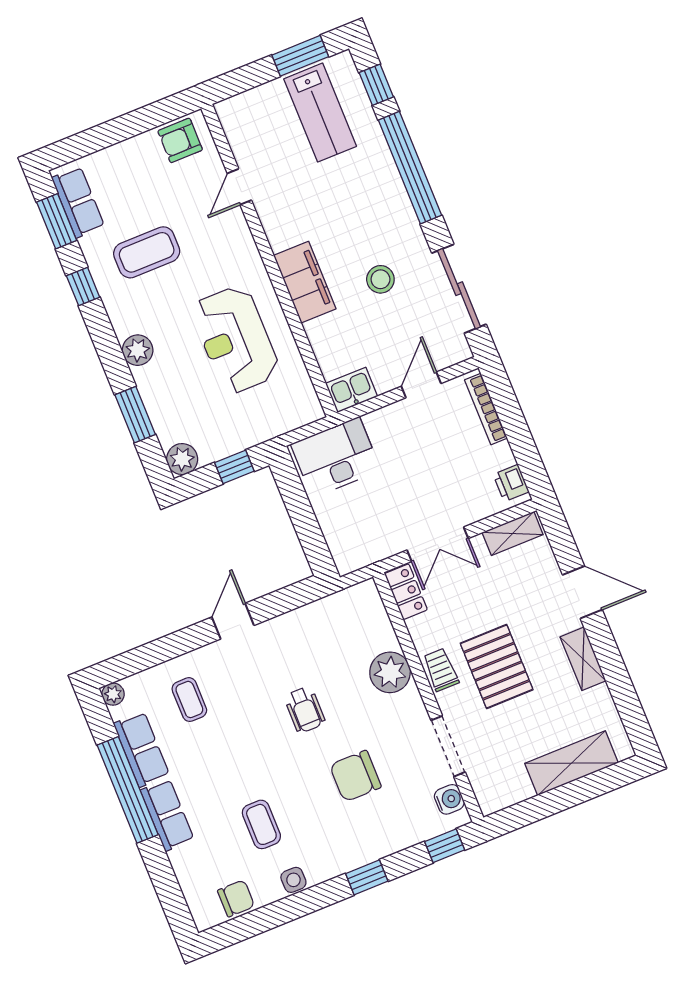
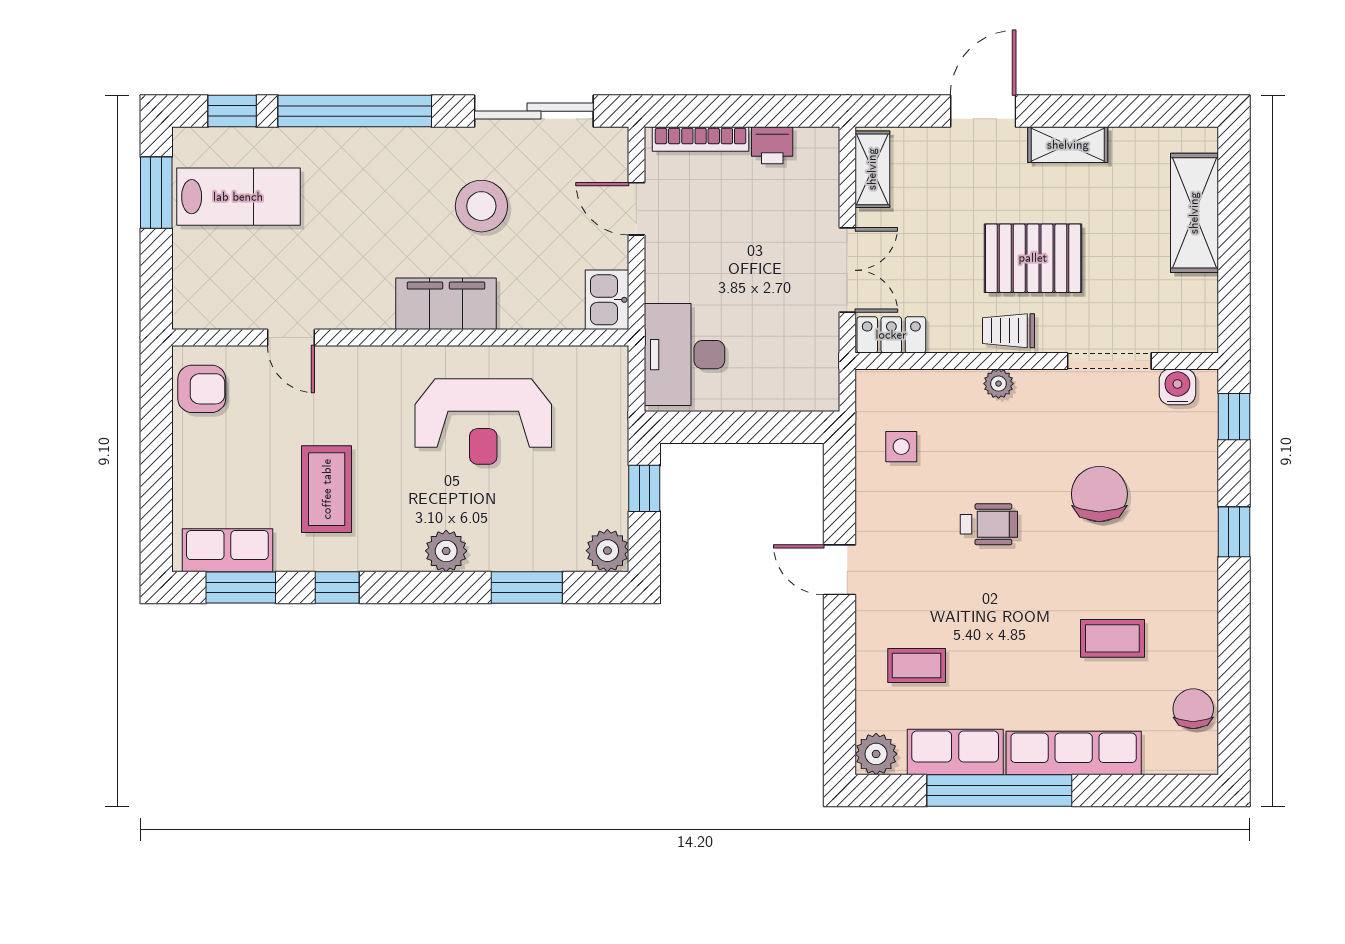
armchair: (180, 140) -> (202, 389), turned -90
stool: (380, 279) -> (481, 206), width x1.38, depth x1.38
printer: (511, 483) -> (772, 145), moved
plant: (390, 672) -> (999, 384), width x0.53, depth x0.53
plant: (113, 694) -> (876, 754), width x1.38, depth x1.38
chair: (355, 776) -> (1099, 494), turned 180
row of seats: (167, 815) -> (1074, 753), width x1.48
side table: (293, 880) -> (901, 447), moved

